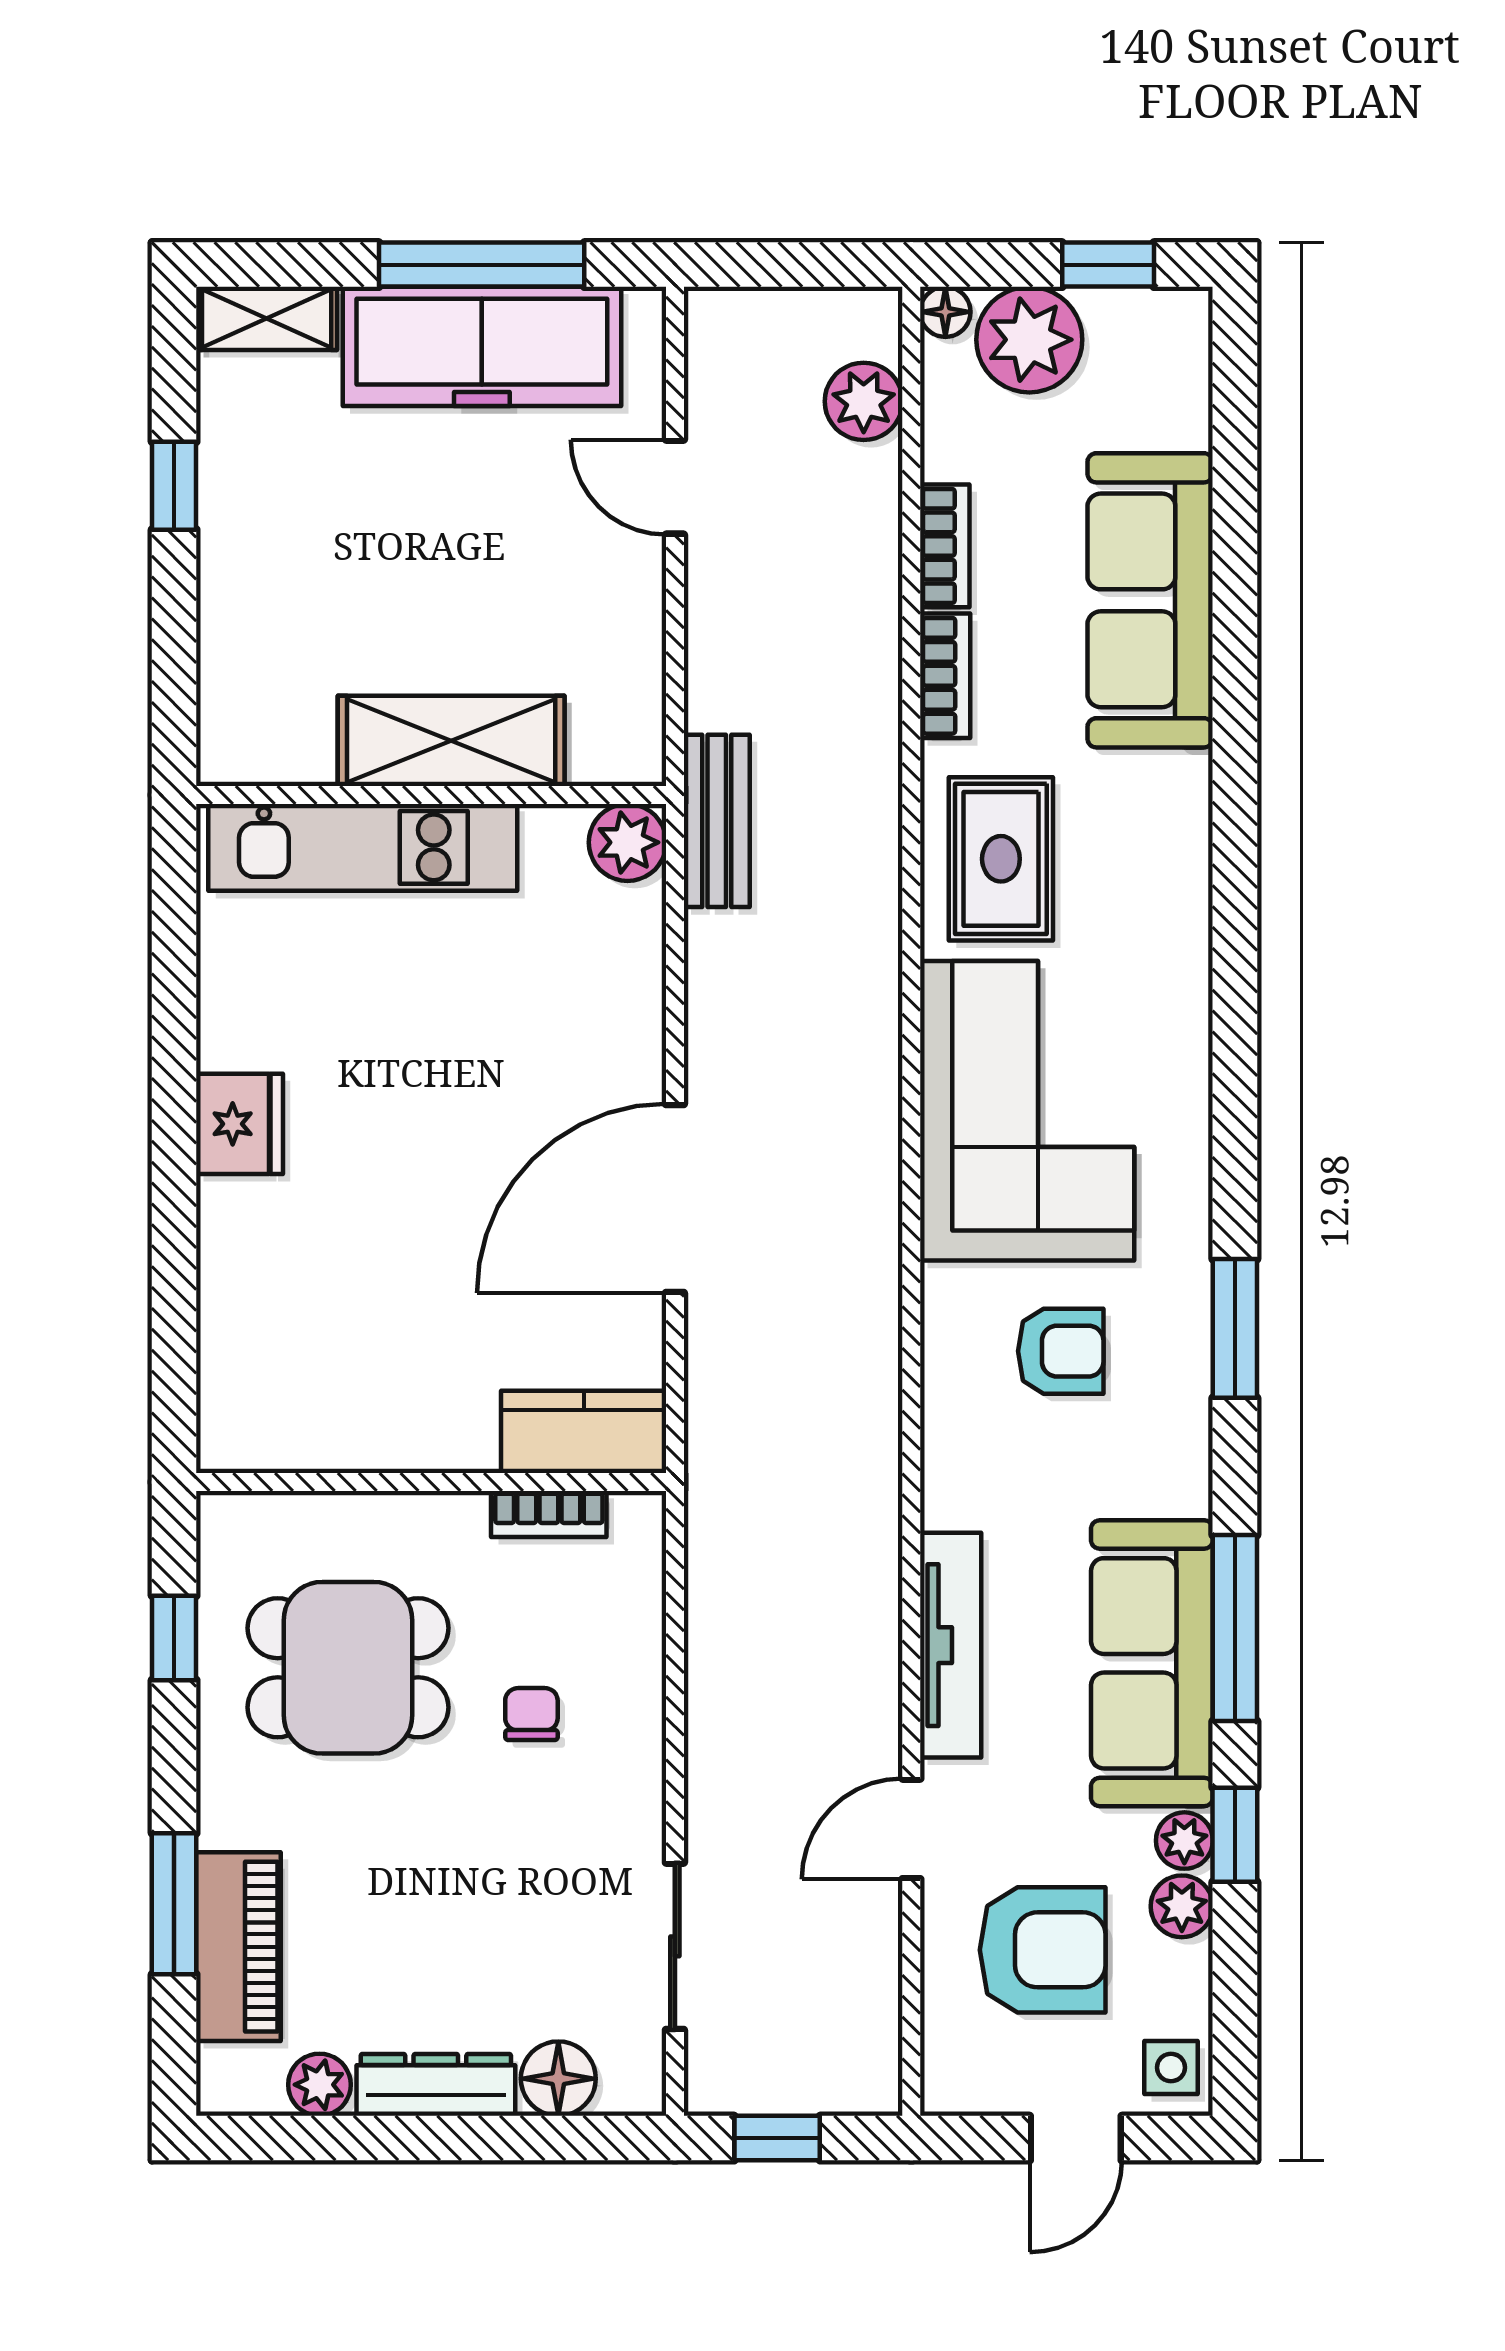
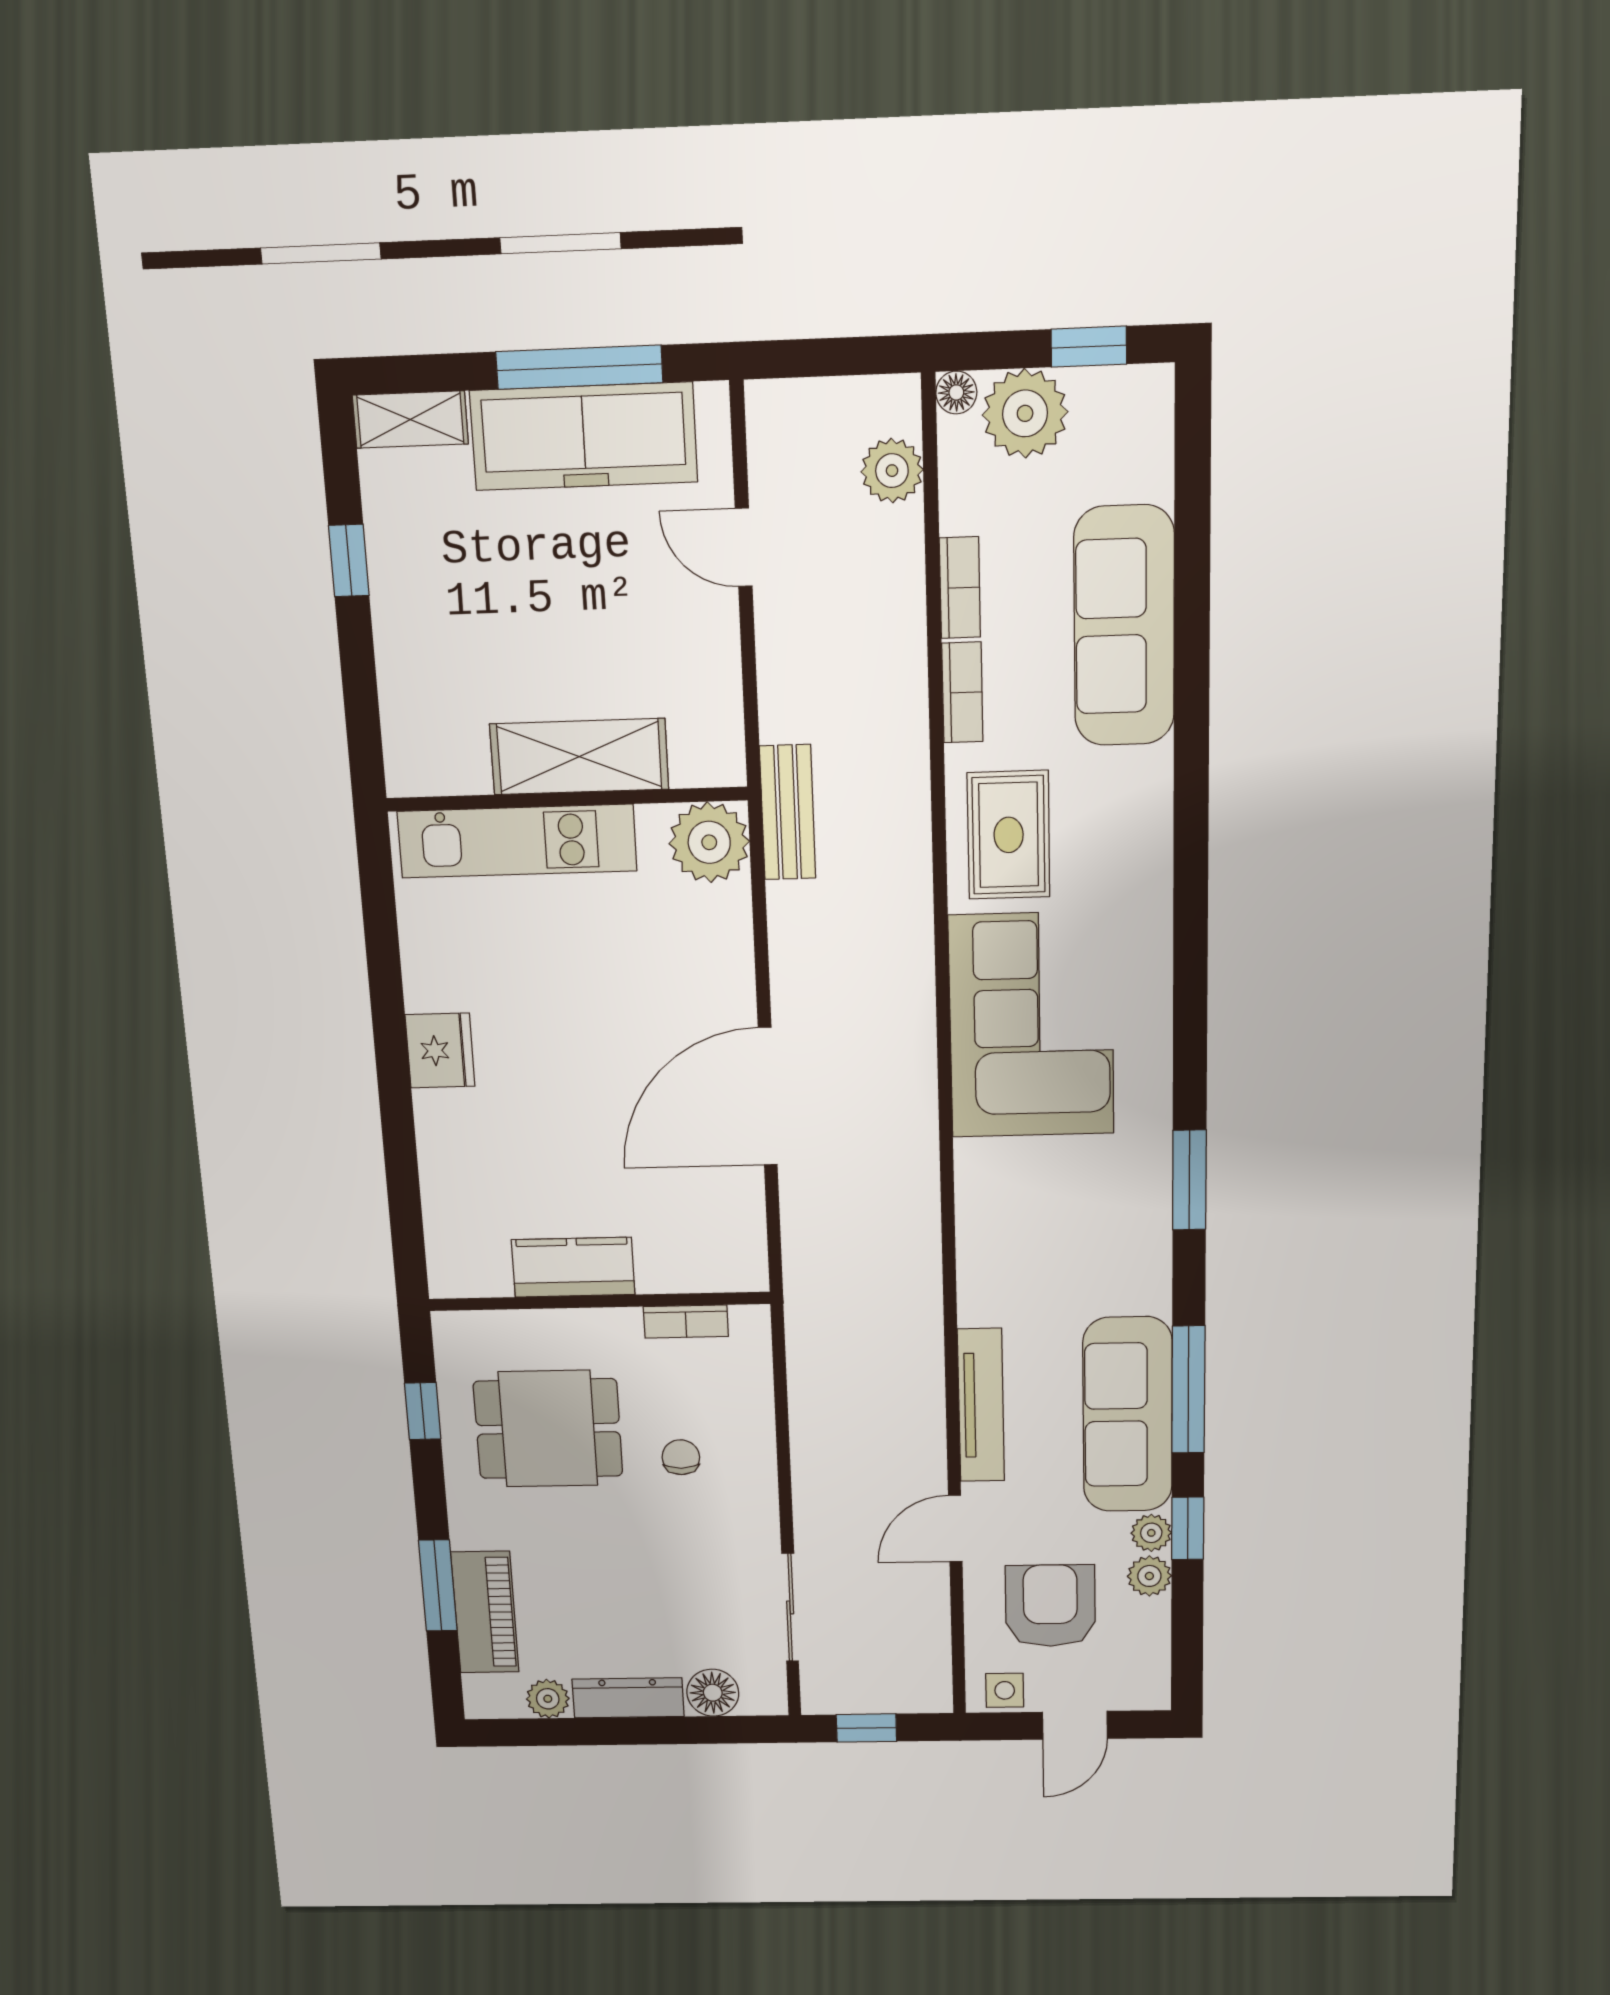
plant: (627, 842) -> (709, 842), width x1.36, depth x1.36
armchair: (1061, 1351) -> (1059, 1199), removed
kitchen counter: (584, 1432) -> (573, 1267), moved
armchair: (1043, 1950) -> (1050, 1606), turned -90
side table: (1171, 2068) -> (1005, 1690), moved

